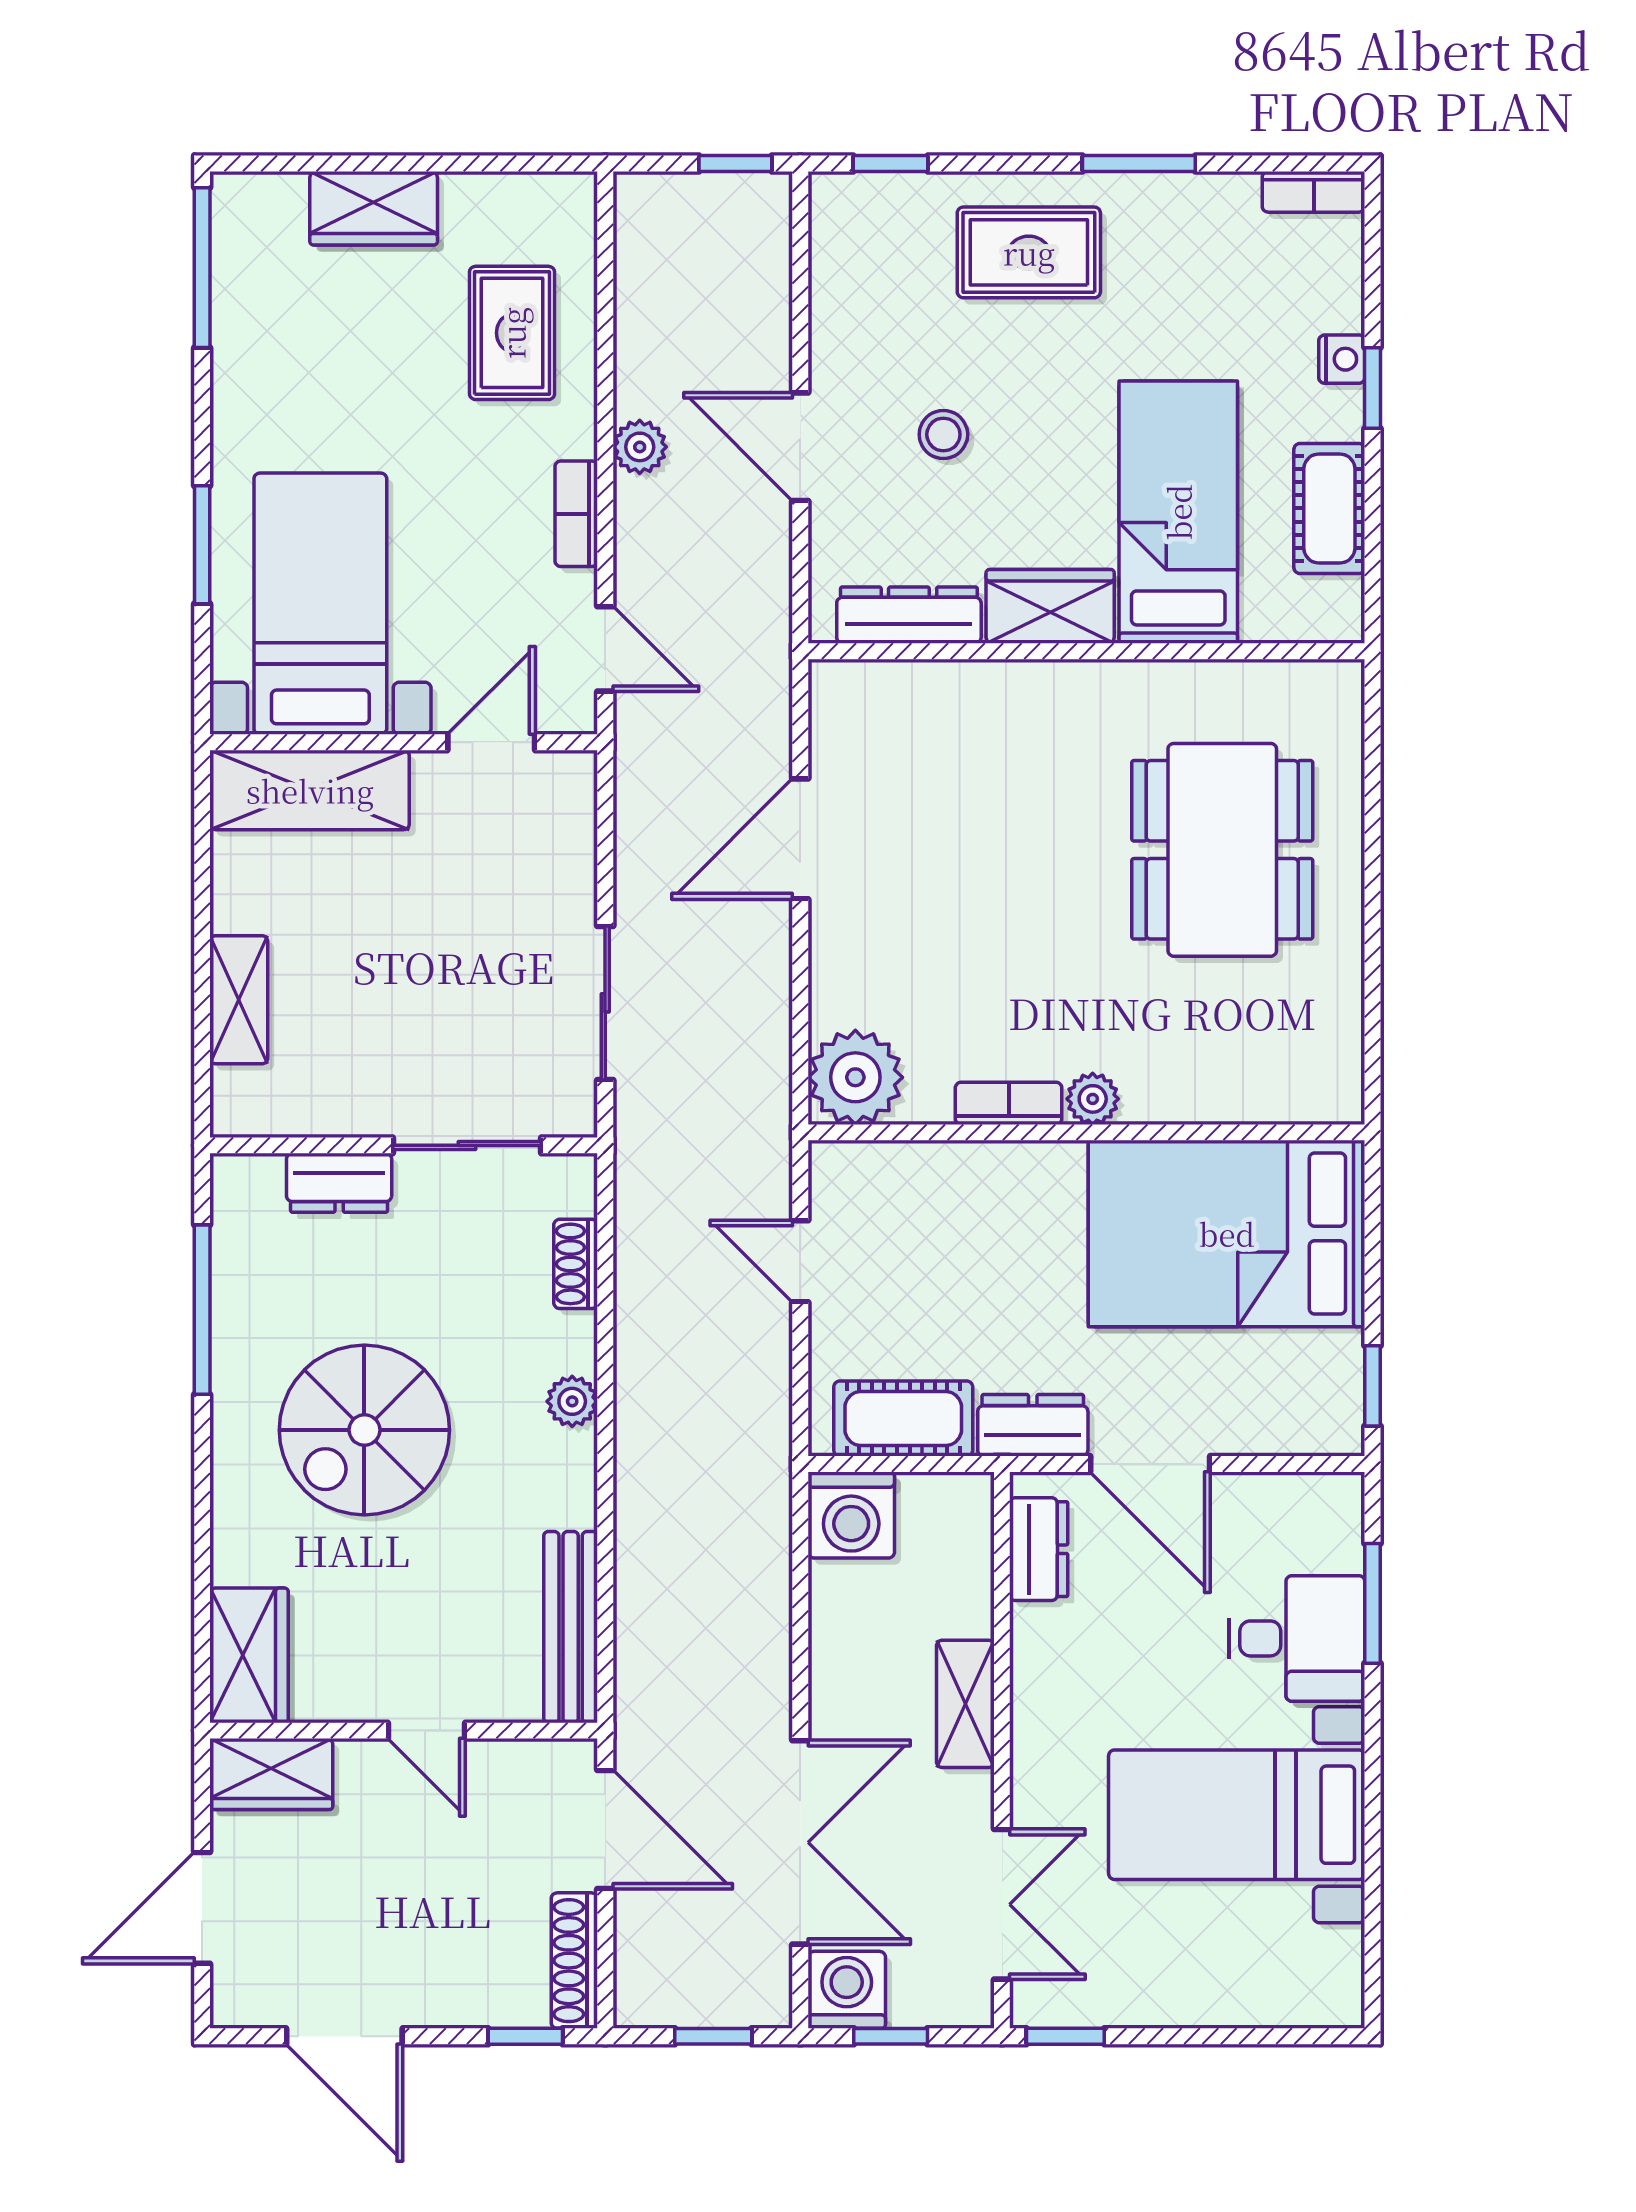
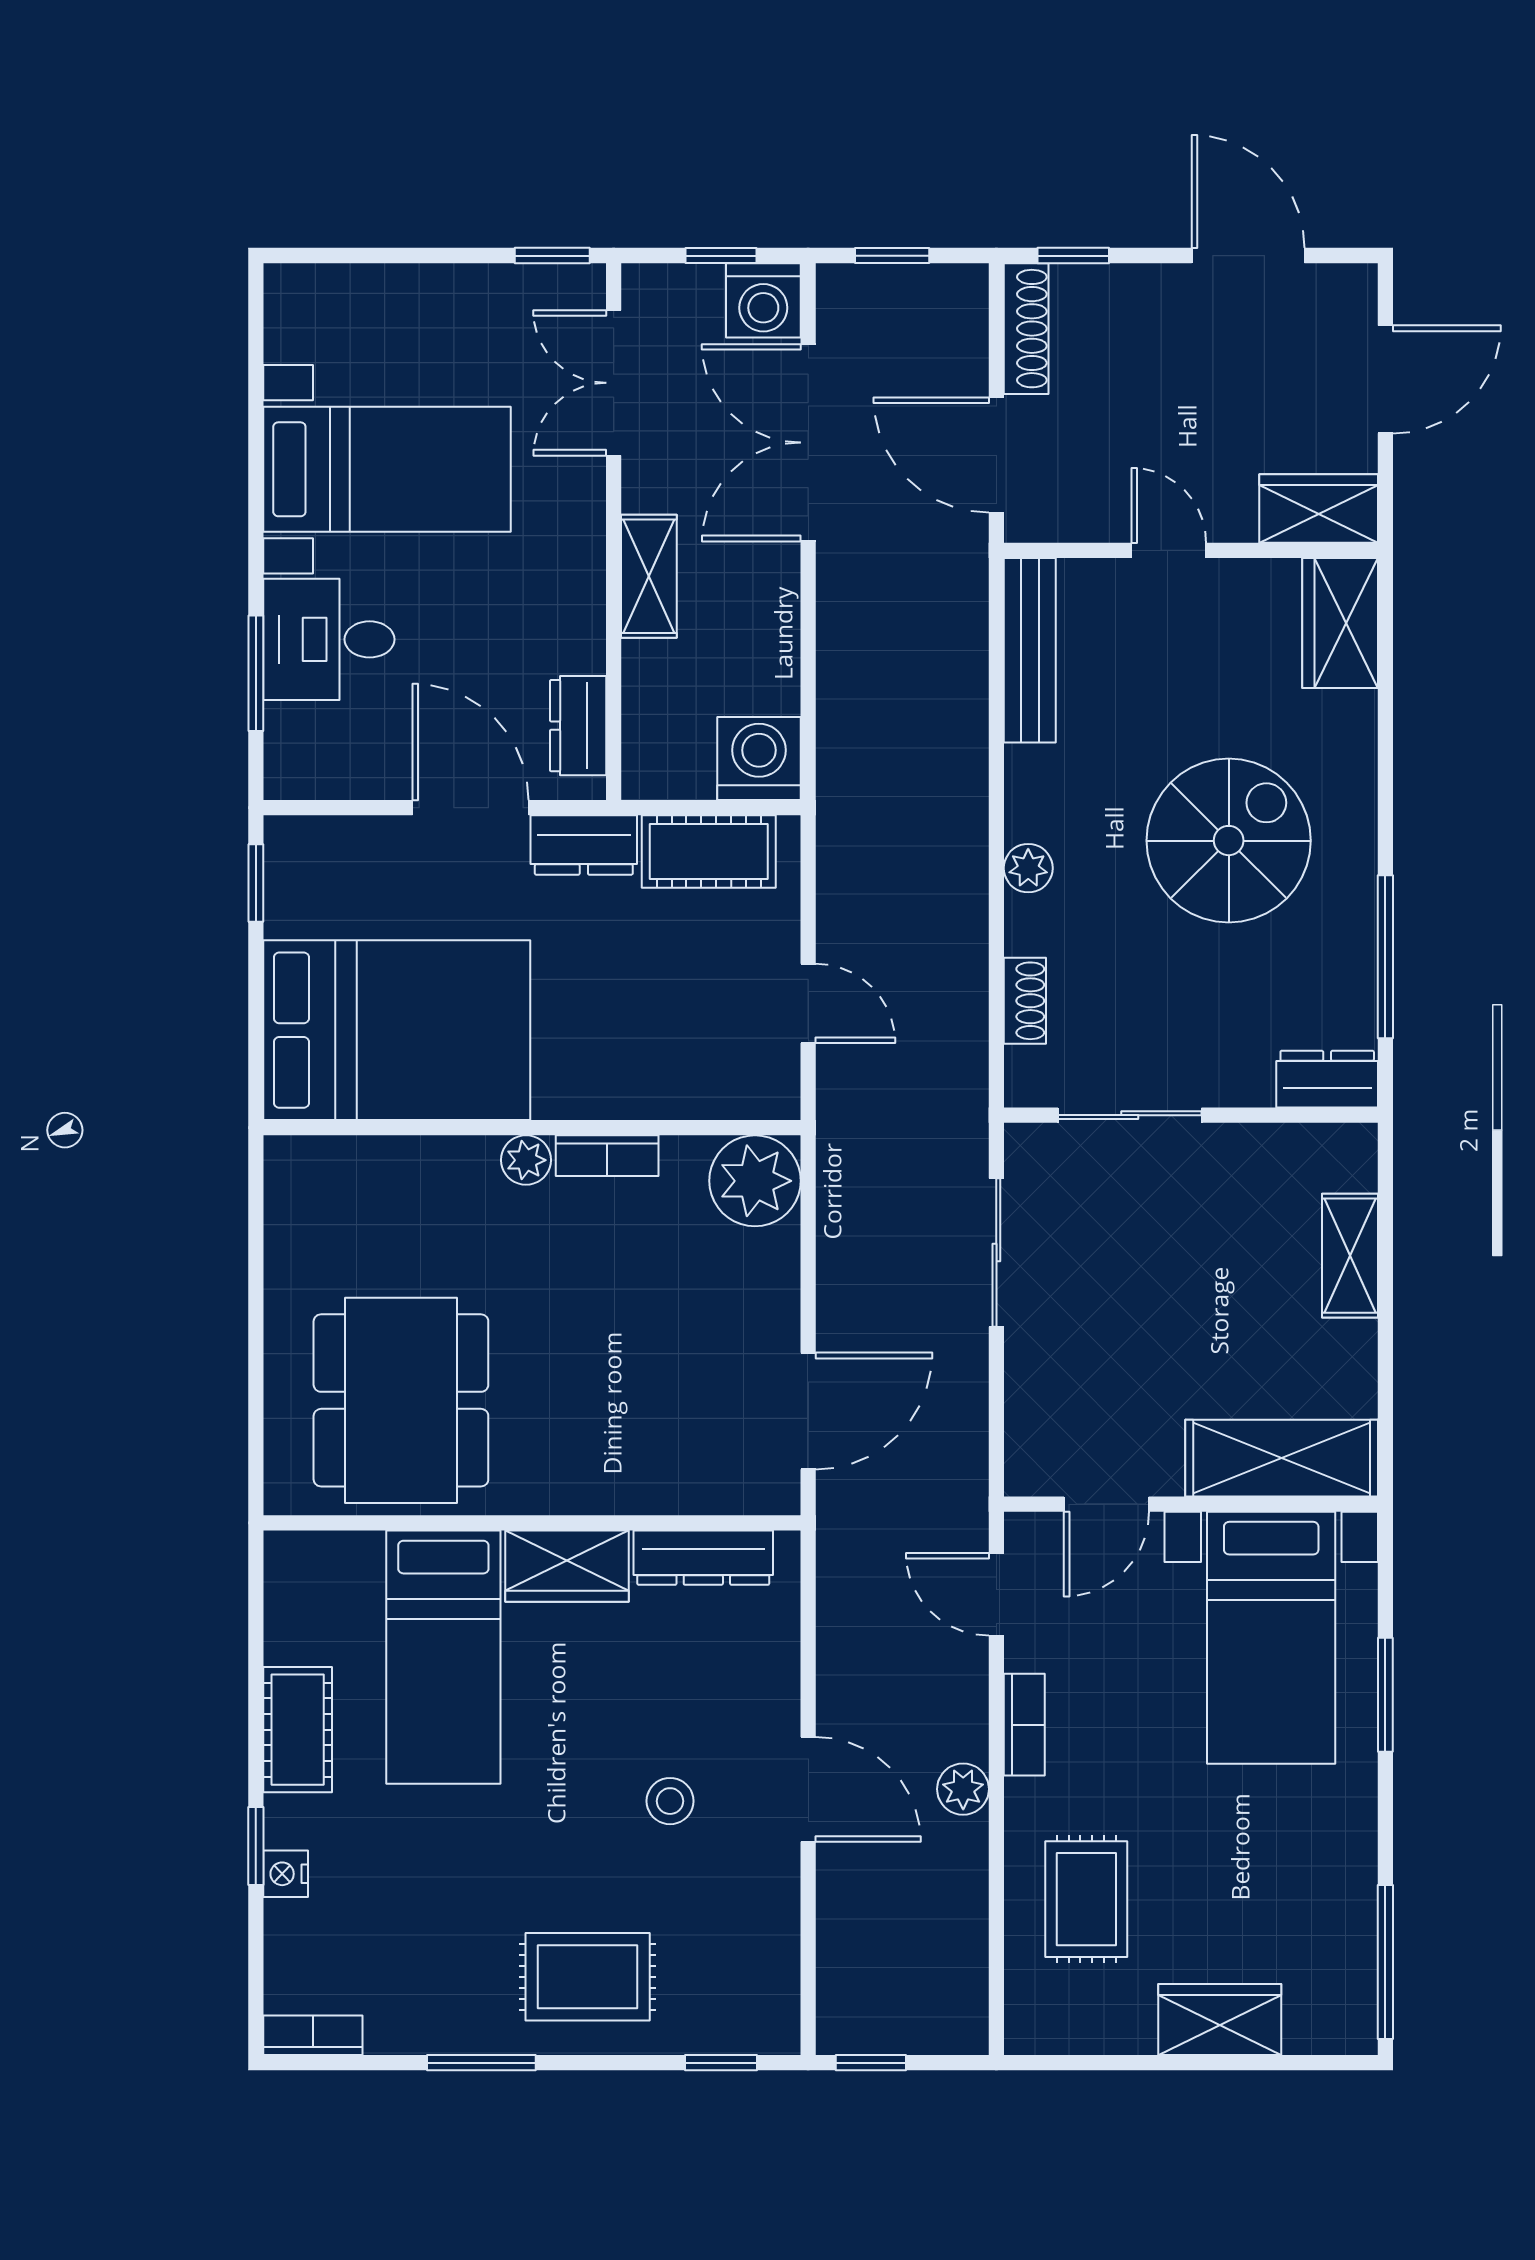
bed: (1178, 512) -> (443, 1657), moved
wardrobe: (1050, 606) -> (567, 1566), moved
dresser: (909, 615) -> (703, 1558), moved
wall: (1086, 651) -> (532, 1523), moved
dresser: (339, 1183) -> (1327, 1079), moved

